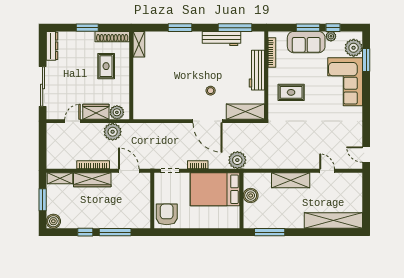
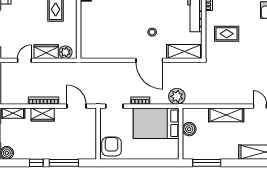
plant: (113, 132) -> (62, 70), removed
wardrobe: (92, 180) -> (43, 115), width x0.67

